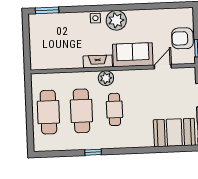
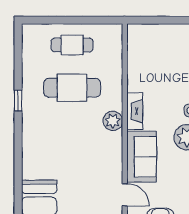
cafe table: (114, 109) -> (72, 130), removed
cafe table: (48, 112) -> (72, 45), width x0.73, depth x0.74

